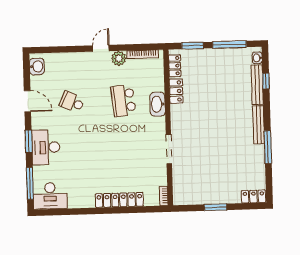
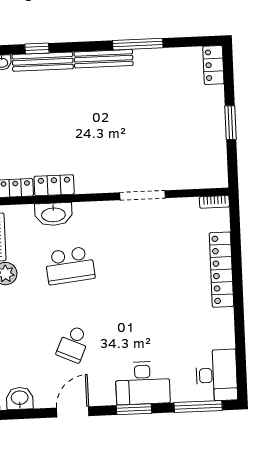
washbasin: (158, 104) -> (53, 214), moved

